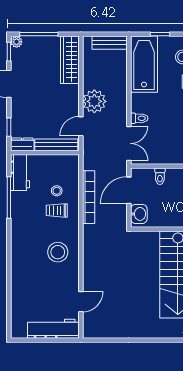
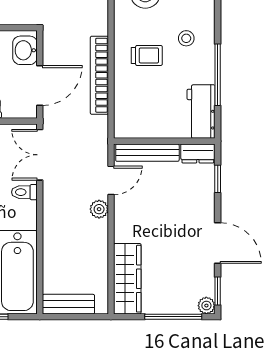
plant: (94, 101) -> (99, 209), width x0.53, depth x0.53
stool: (57, 191) -> (186, 38), moved

